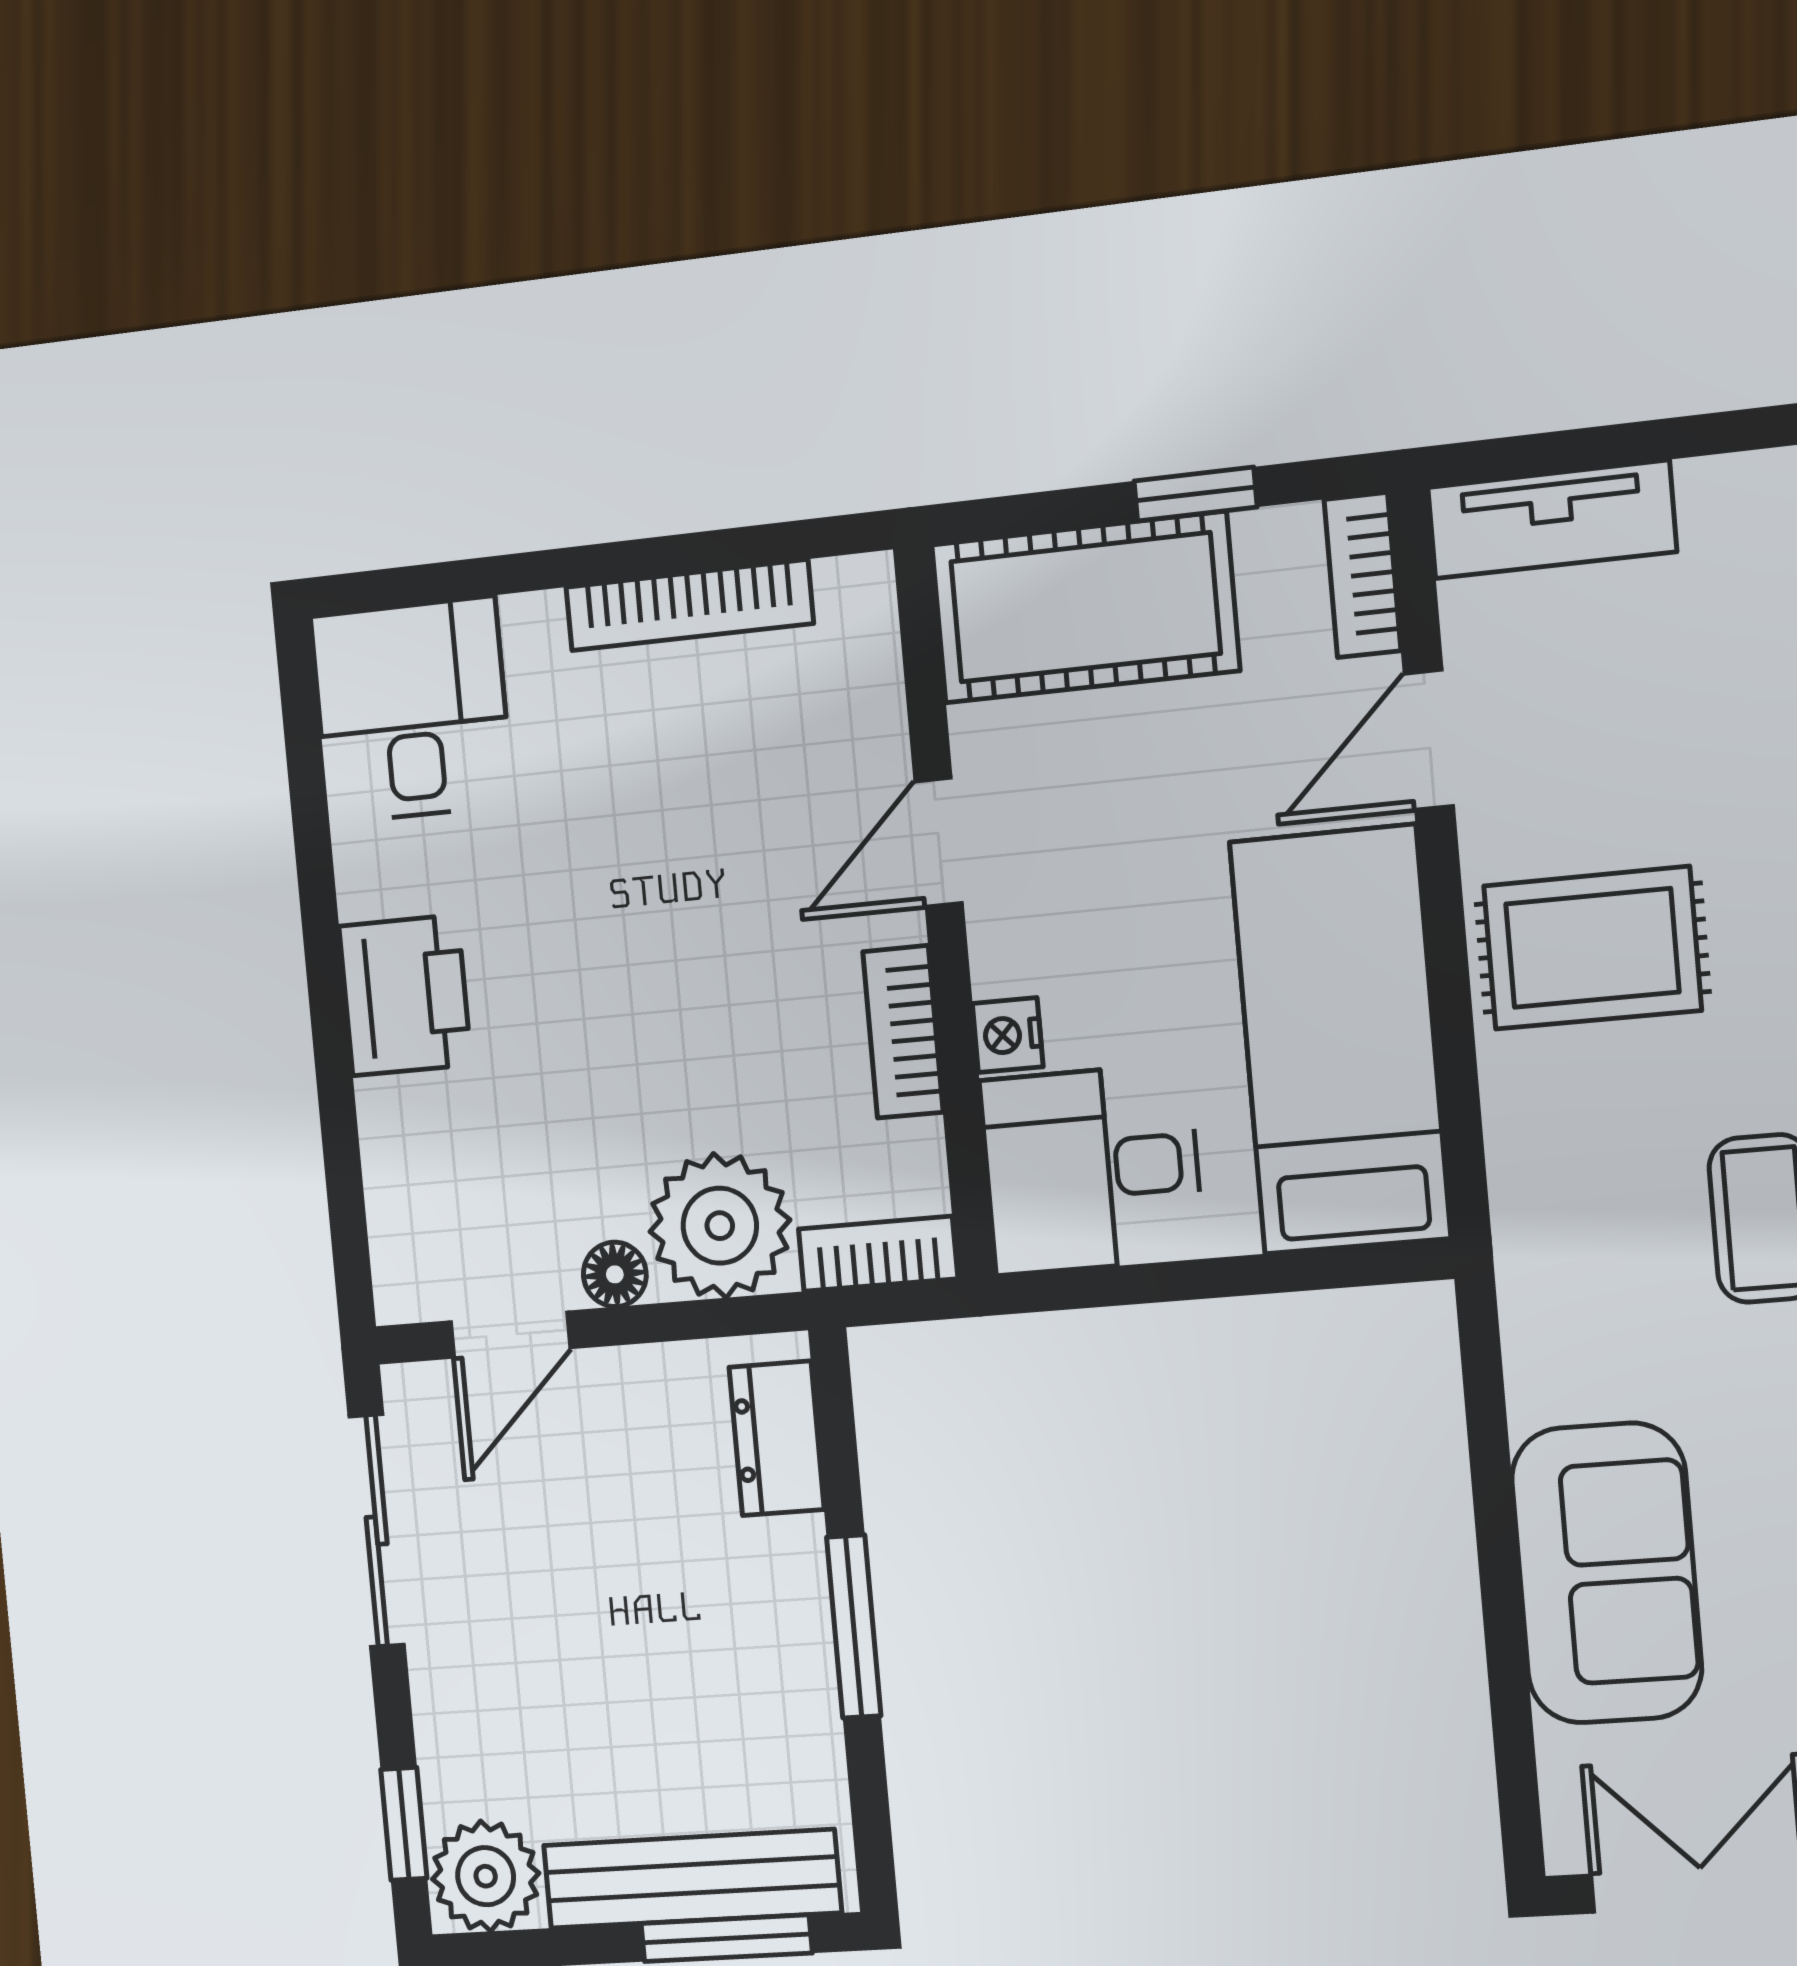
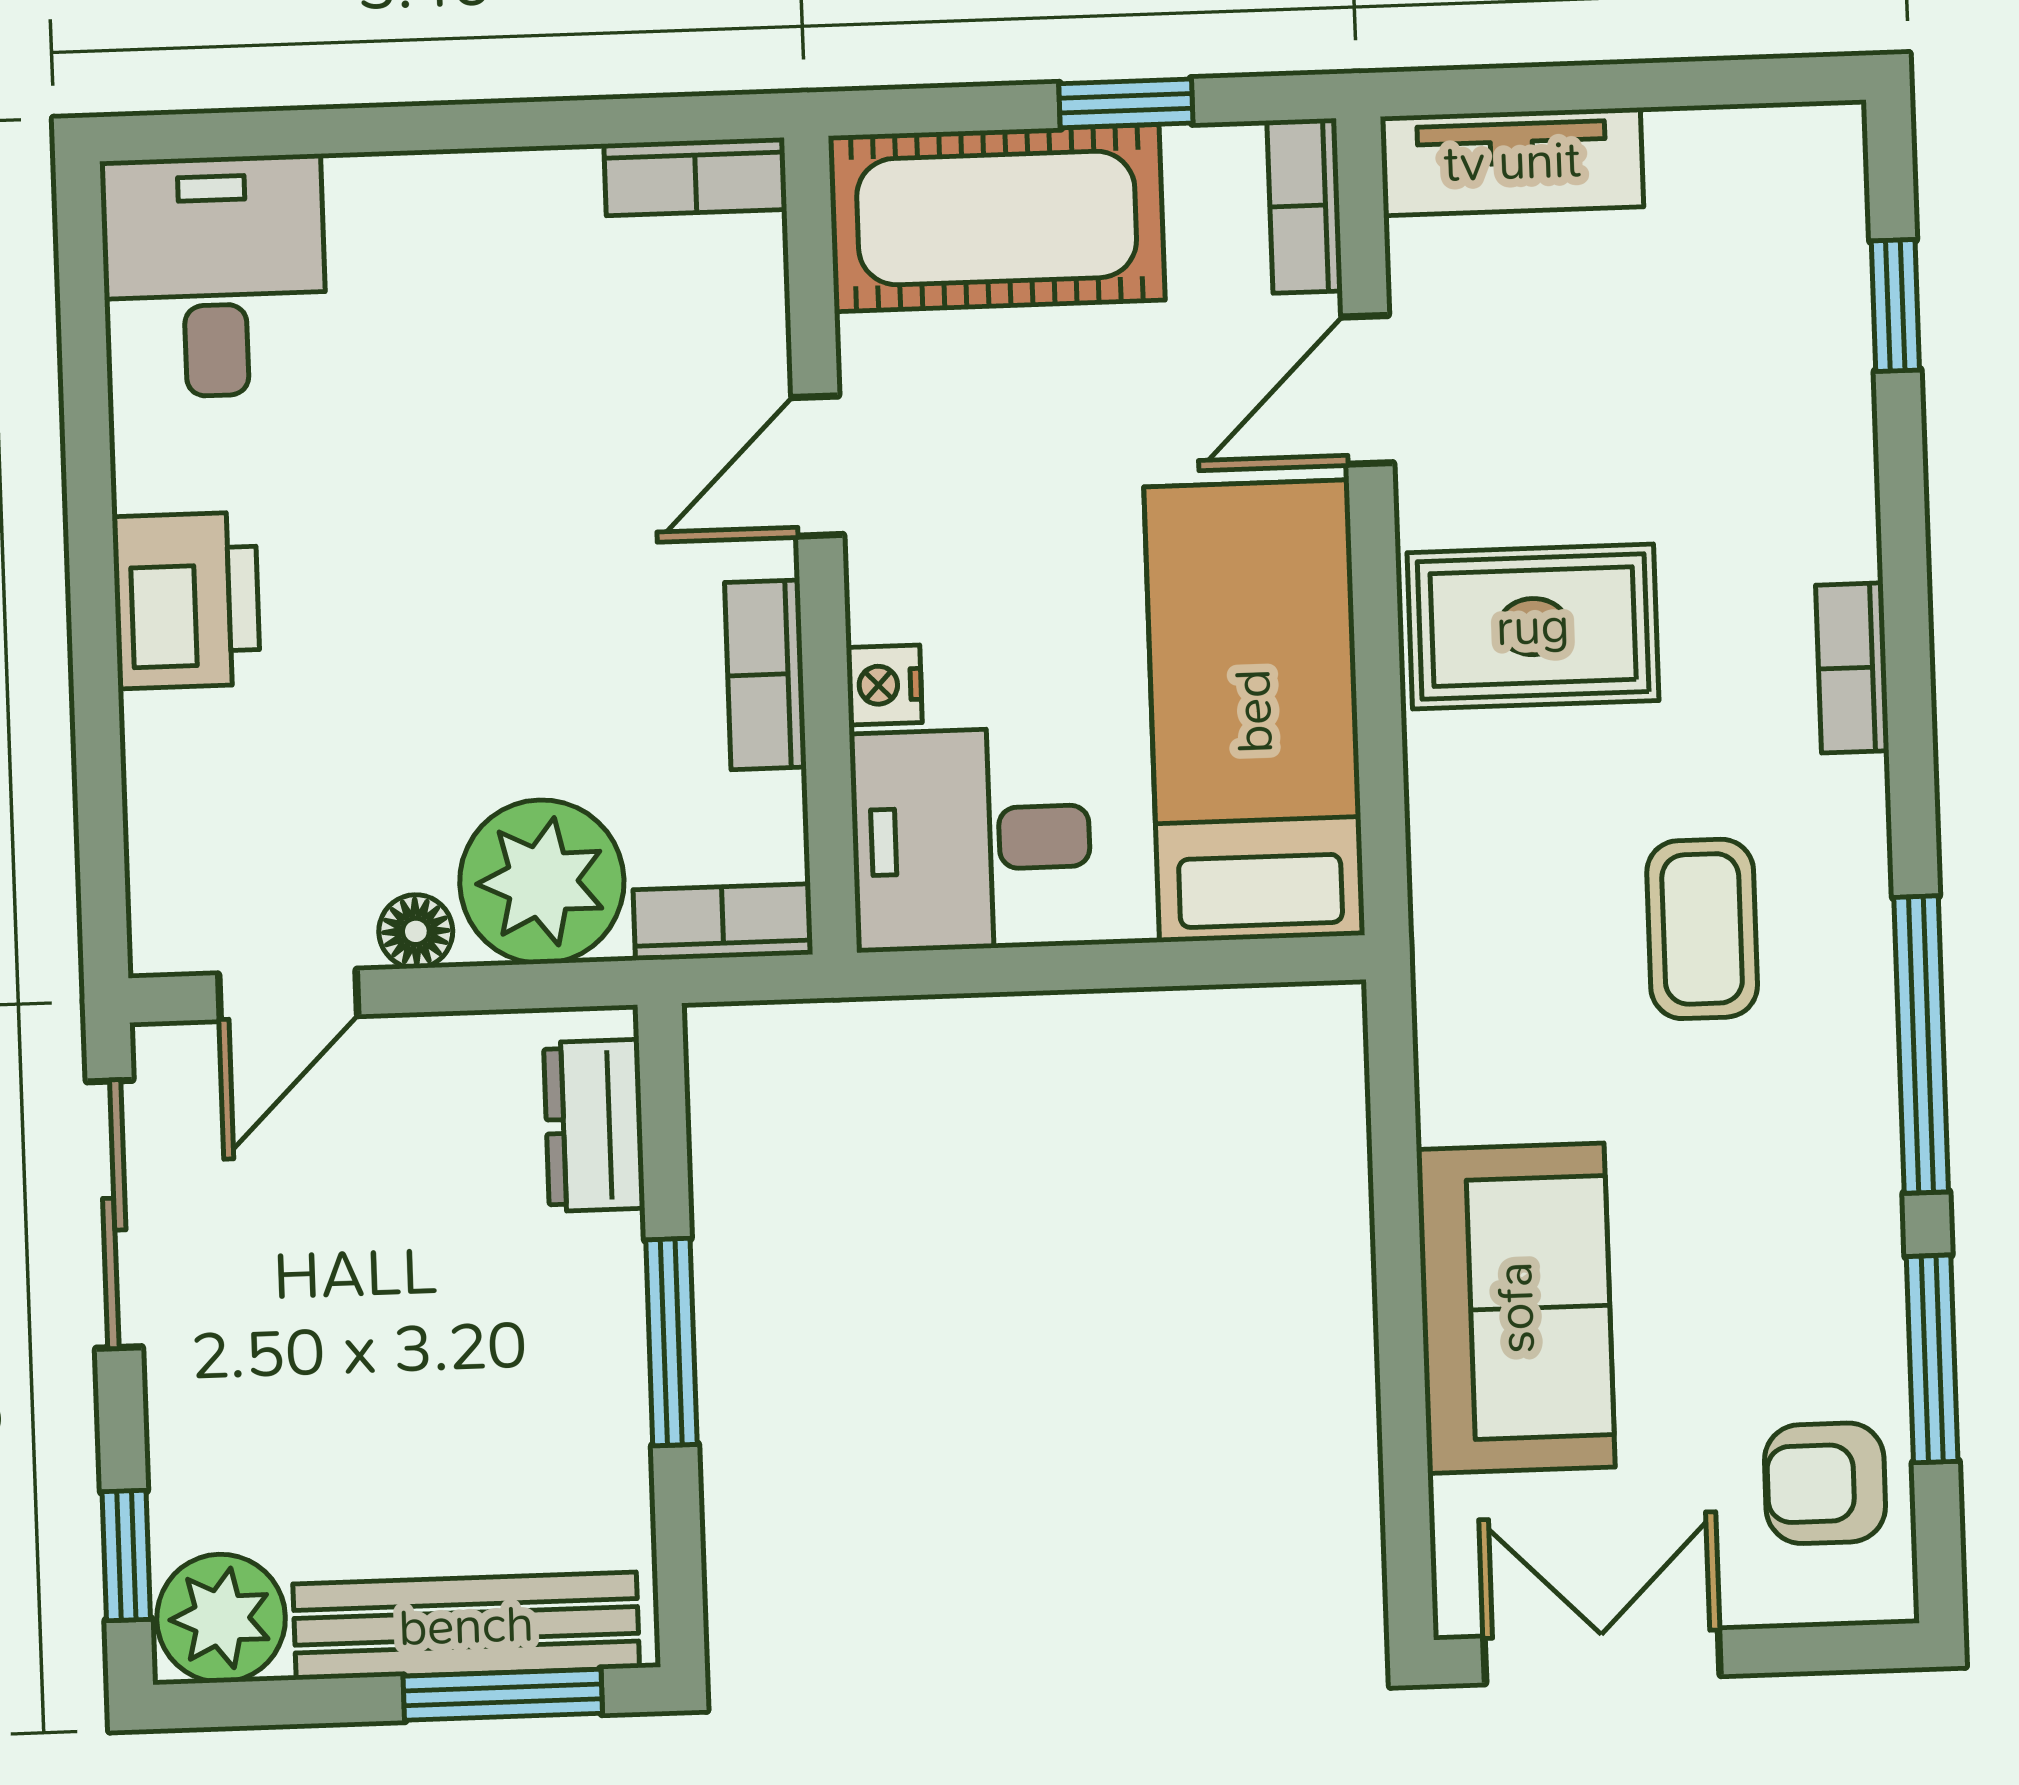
bookcase: (689, 605) -> (695, 177), moved, width x0.64

